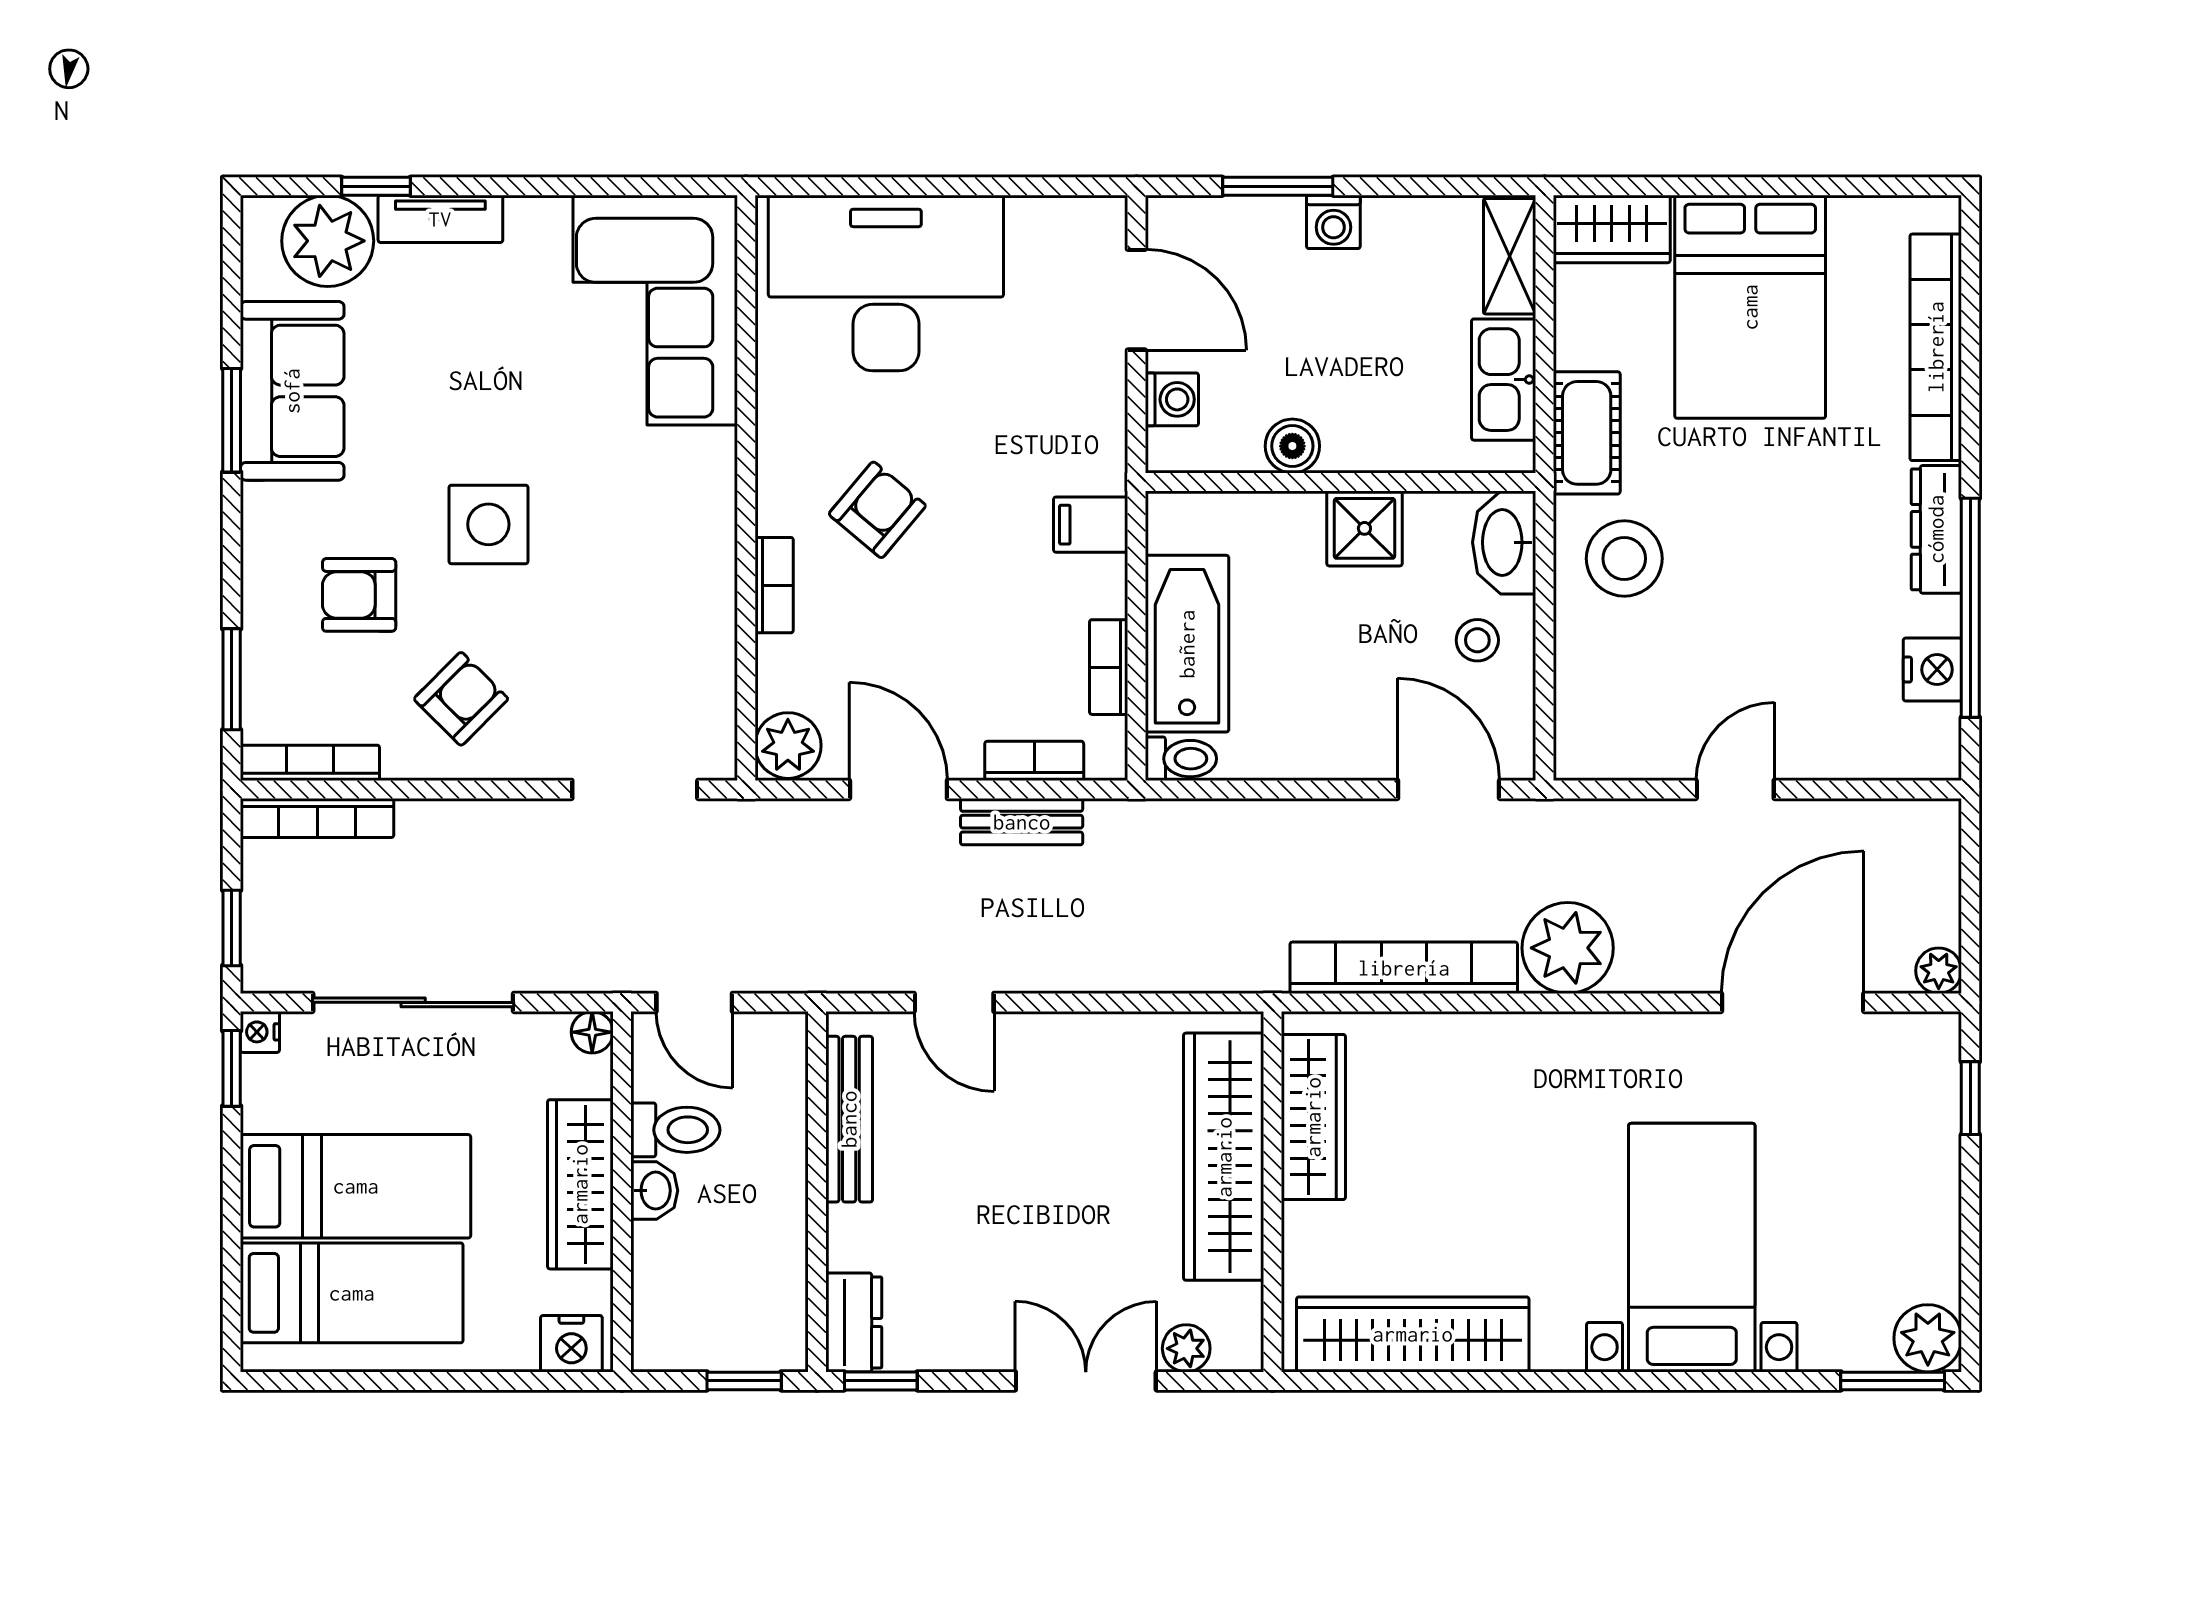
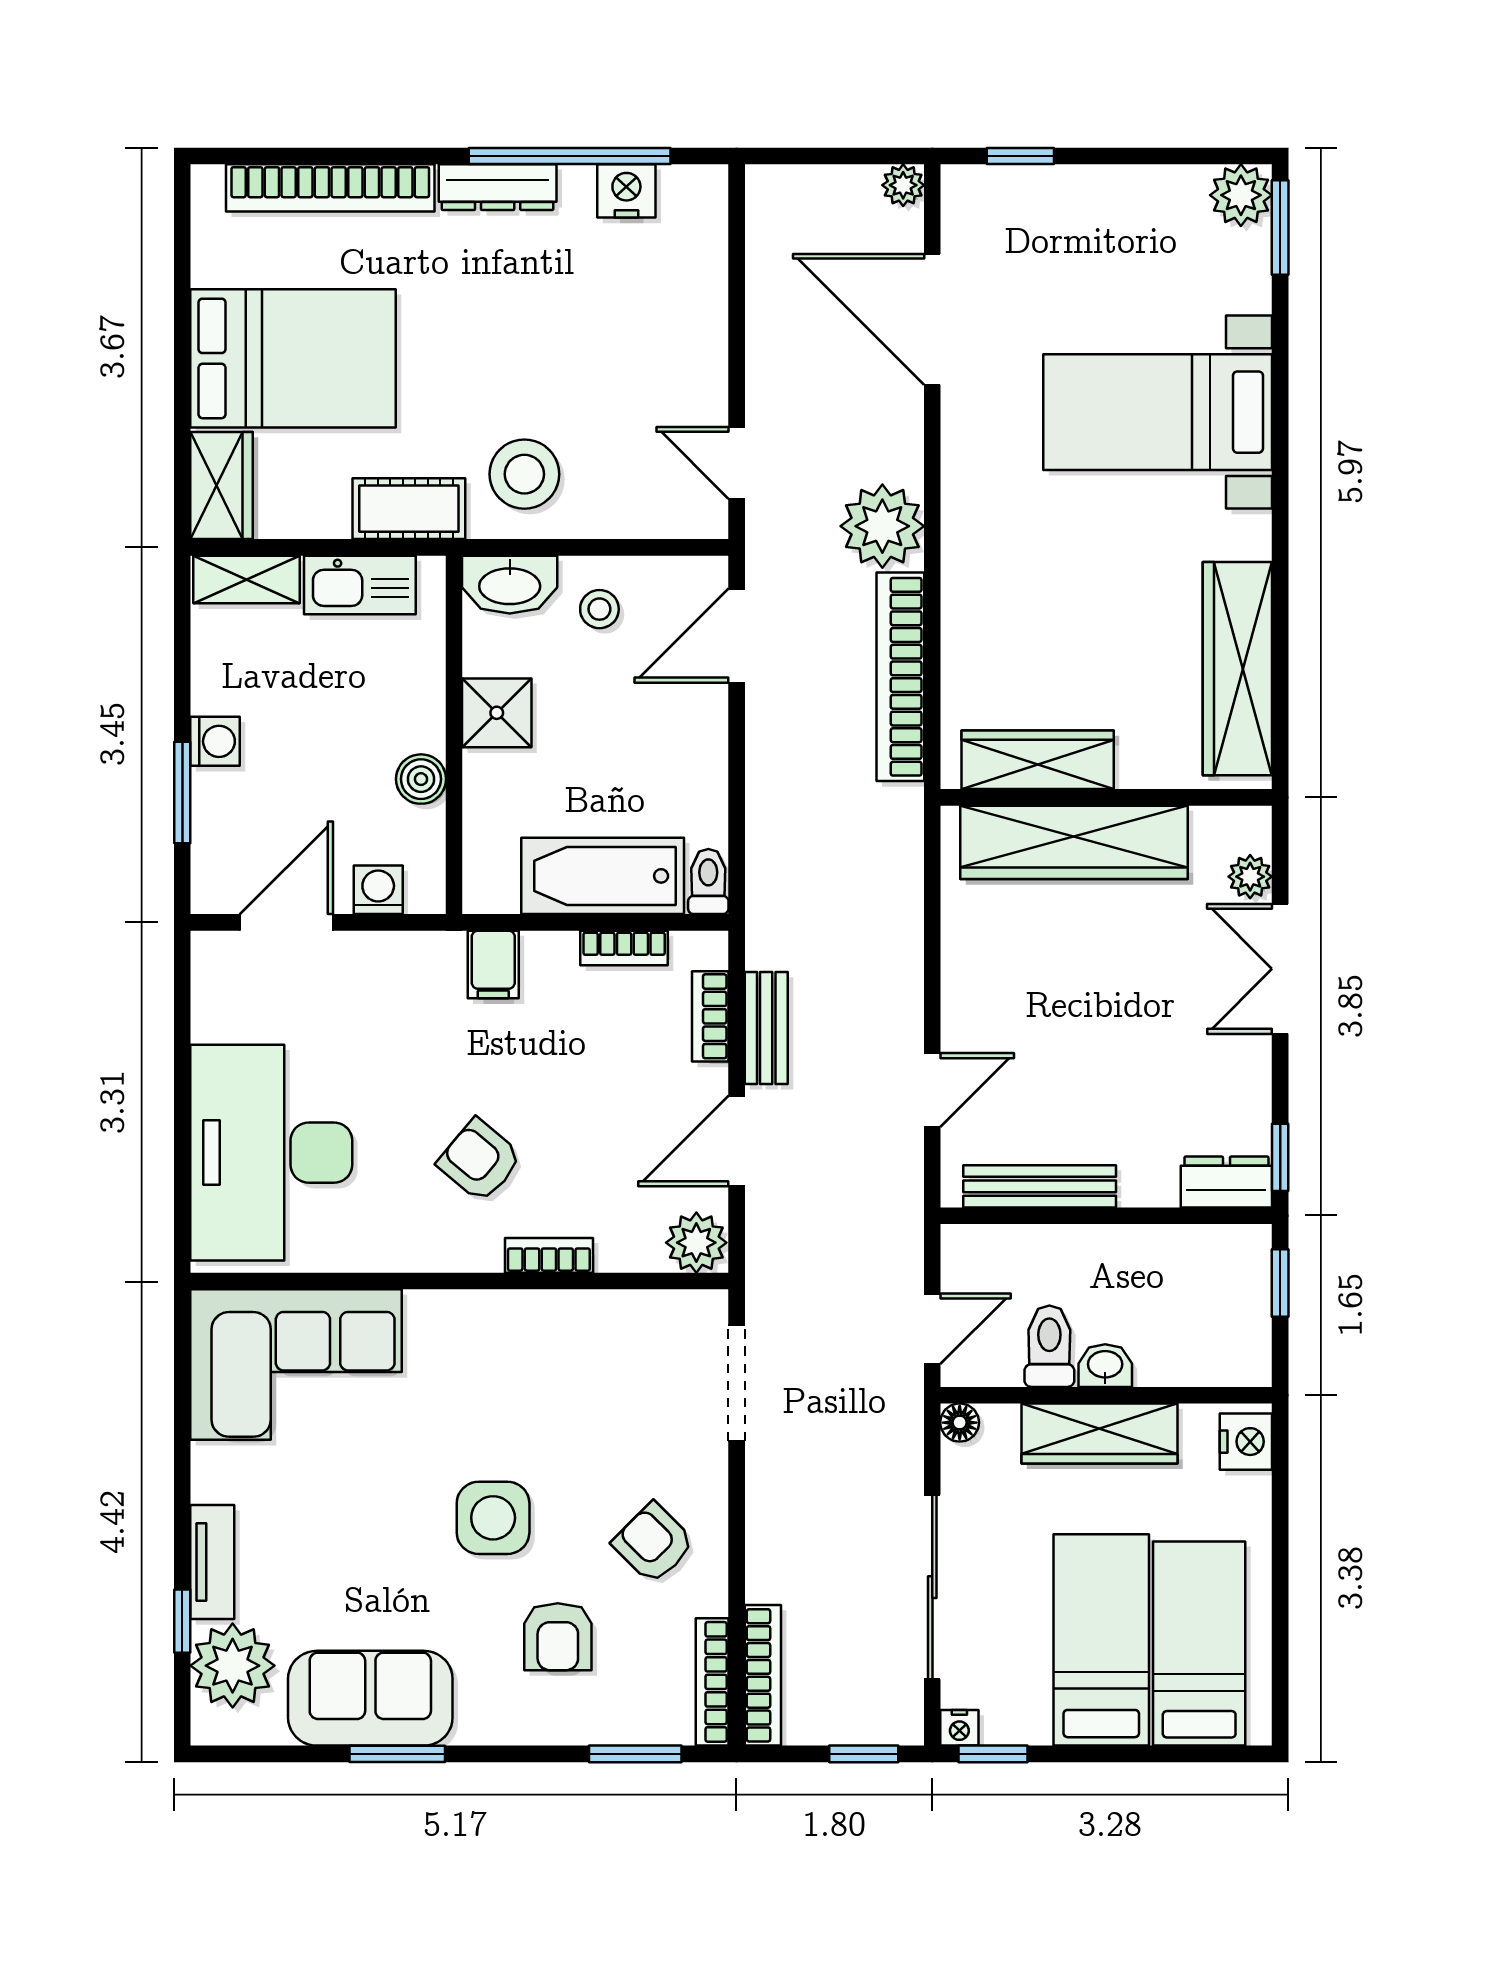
door: (1735, 789) -> (737, 463), moved

